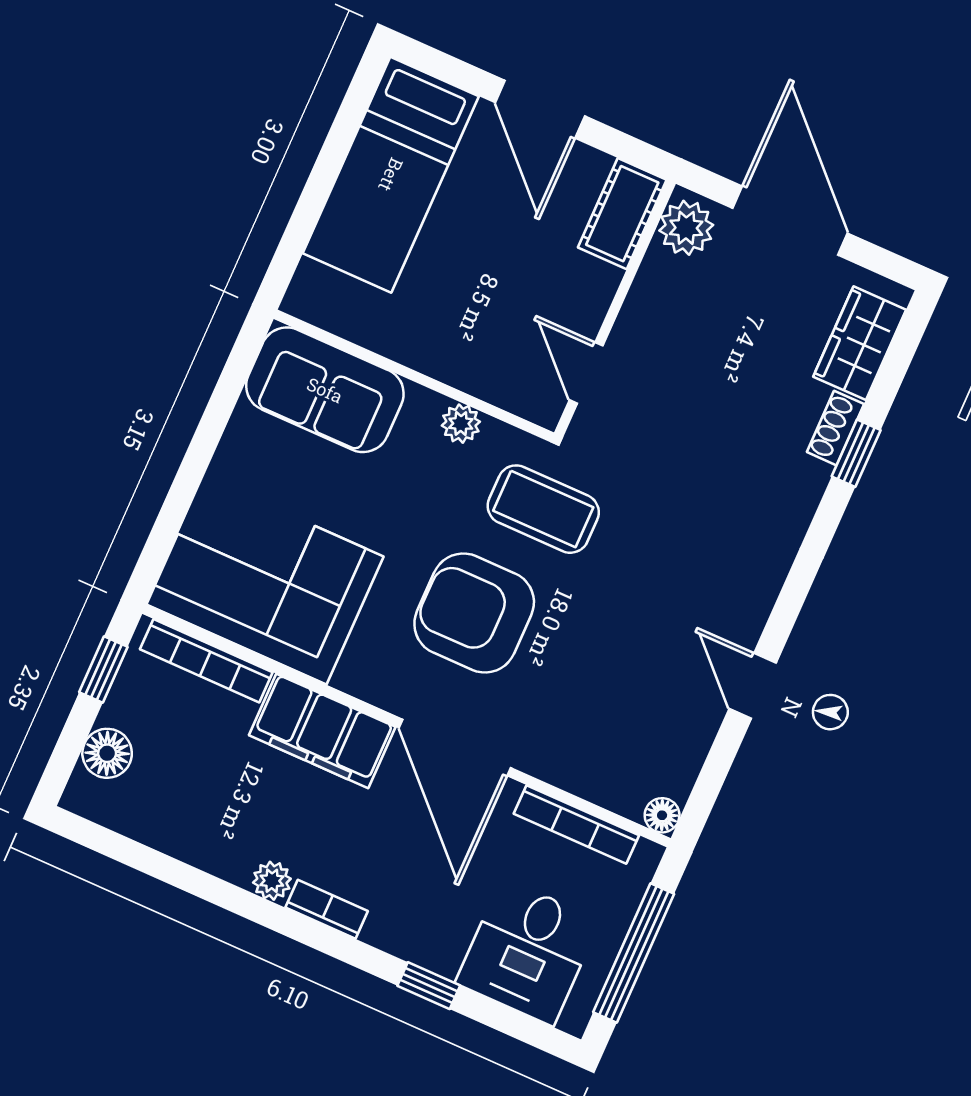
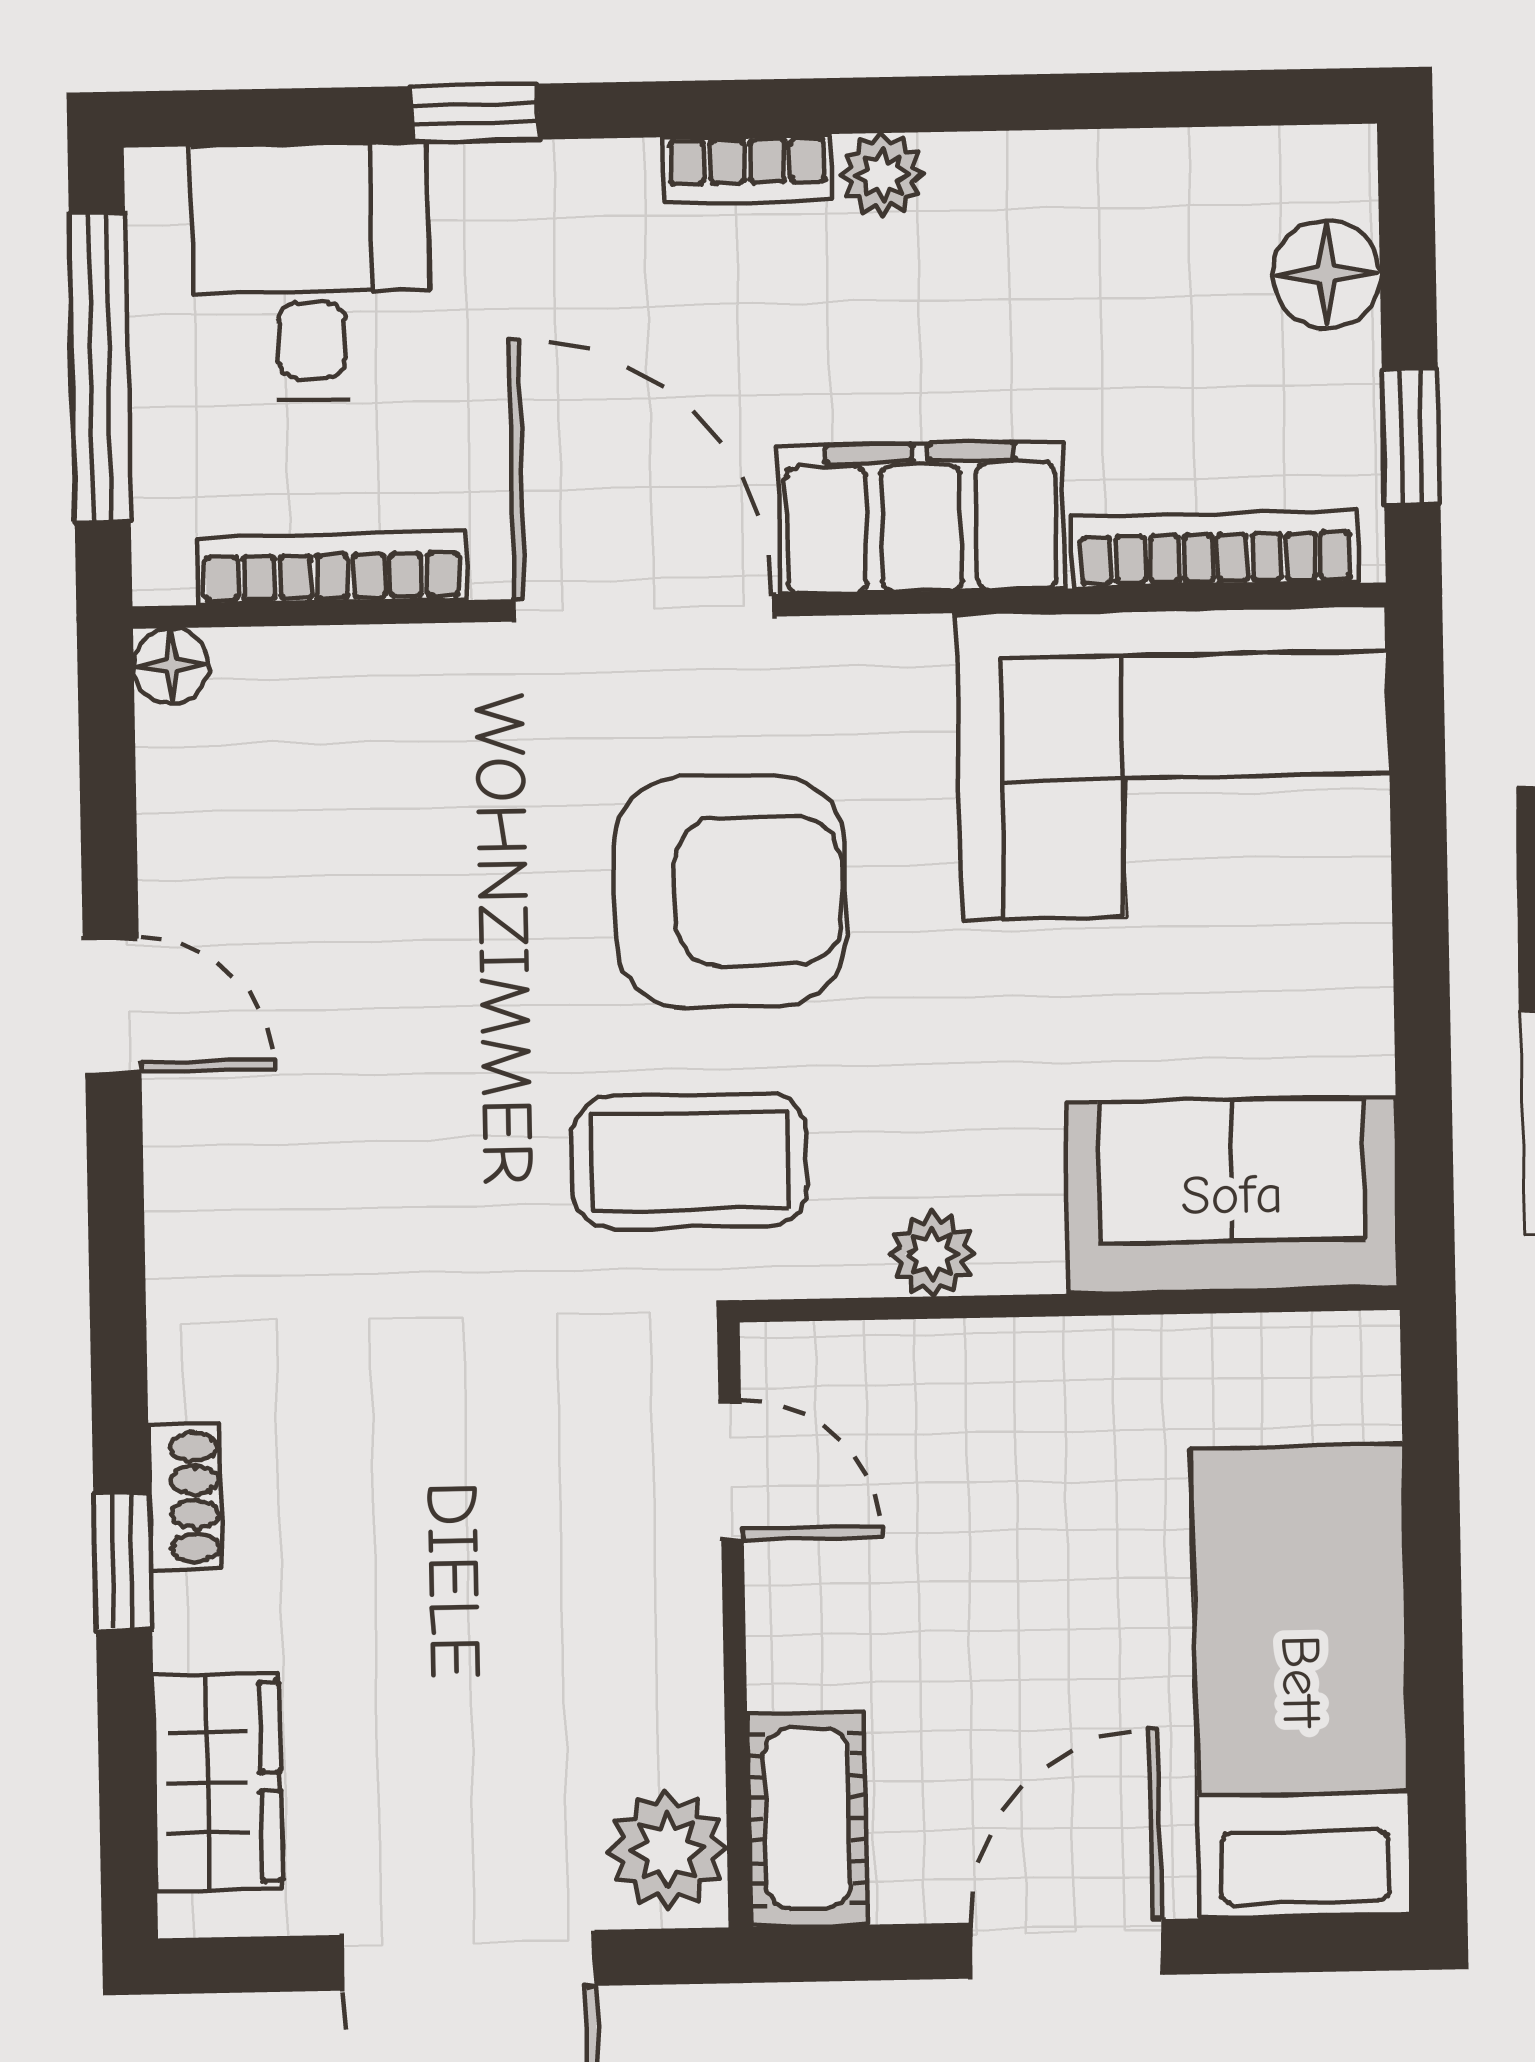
door: (540, 109) -> (1067, 1949), hinge flipped
shoe rack: (835, 428) -> (185, 1497), moved

